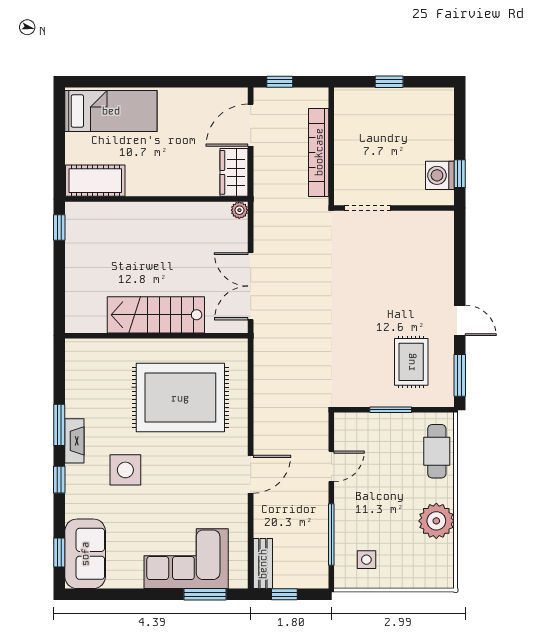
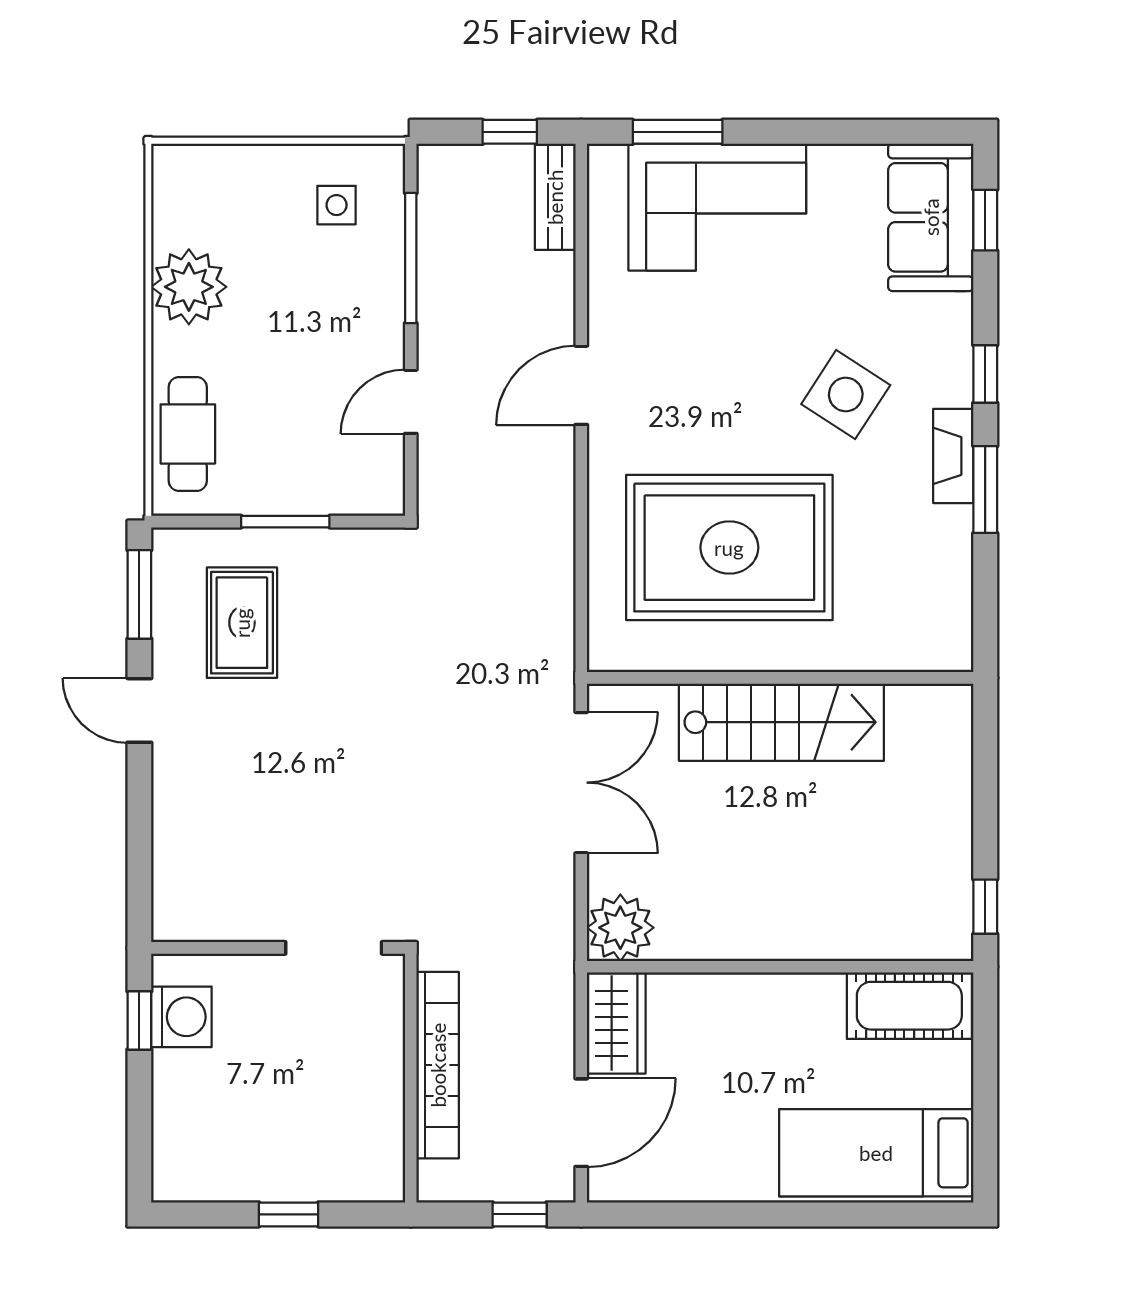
plant: (239, 210) -> (620, 928), width x1.88, depth x1.88
side table: (125, 470) -> (846, 395), turned 33

